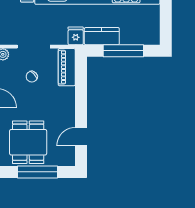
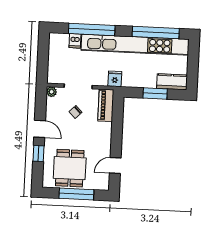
kitchen counter: (102, 36) -> (172, 82), moved
window: (123, 51) -> (155, 93), width x0.69

